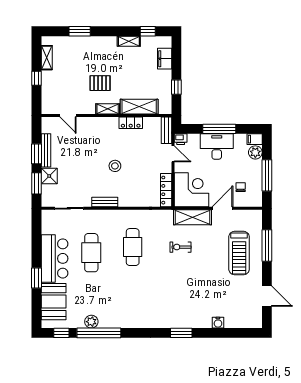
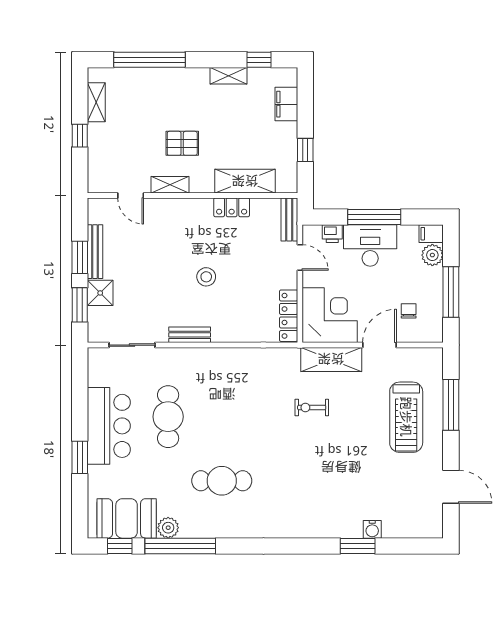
window: (80, 31) -> (149, 60), width x2.11
shelving: (108, 109) -> (170, 185), moved
printer: (181, 139) -> (332, 234), moved
cafe table: (133, 247) -> (222, 481), moved, turned 90
booth: (54, 302) -> (127, 518), moved, turned 90
window: (181, 333) -> (358, 546), moved

